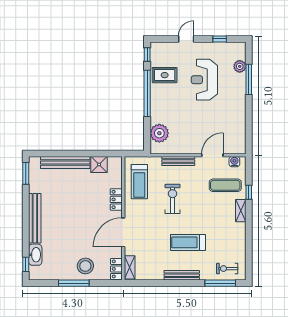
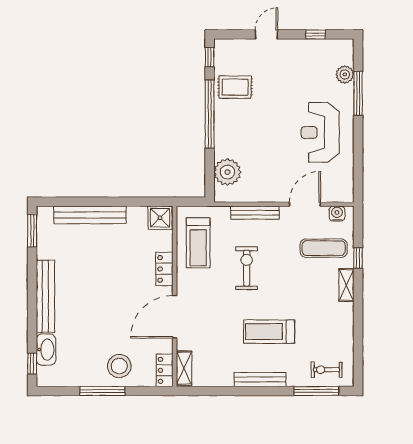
reception desk: (204, 80) -> (320, 132), moved
shower: (99, 164) -> (160, 218), moved

